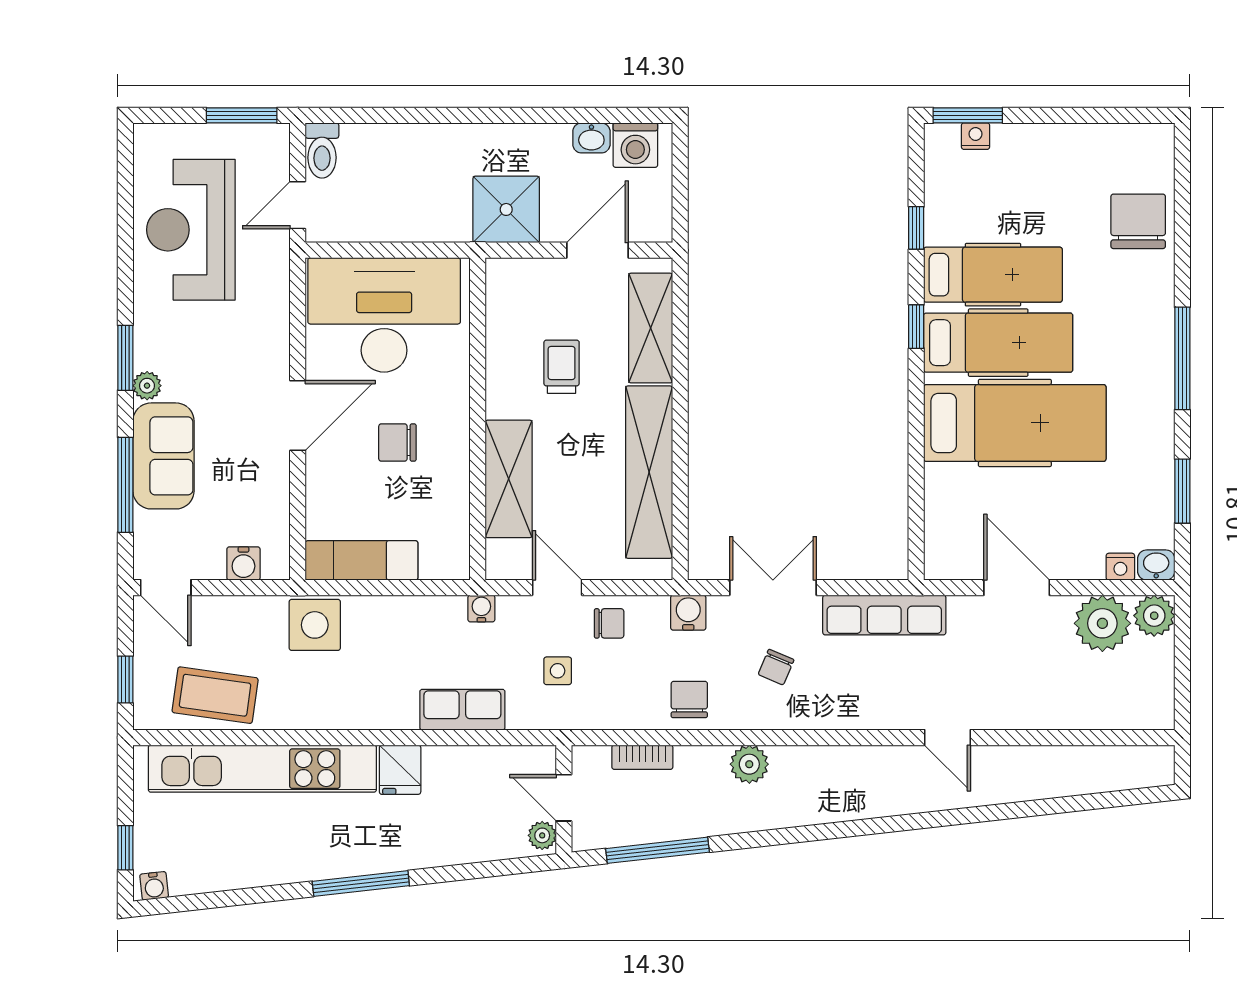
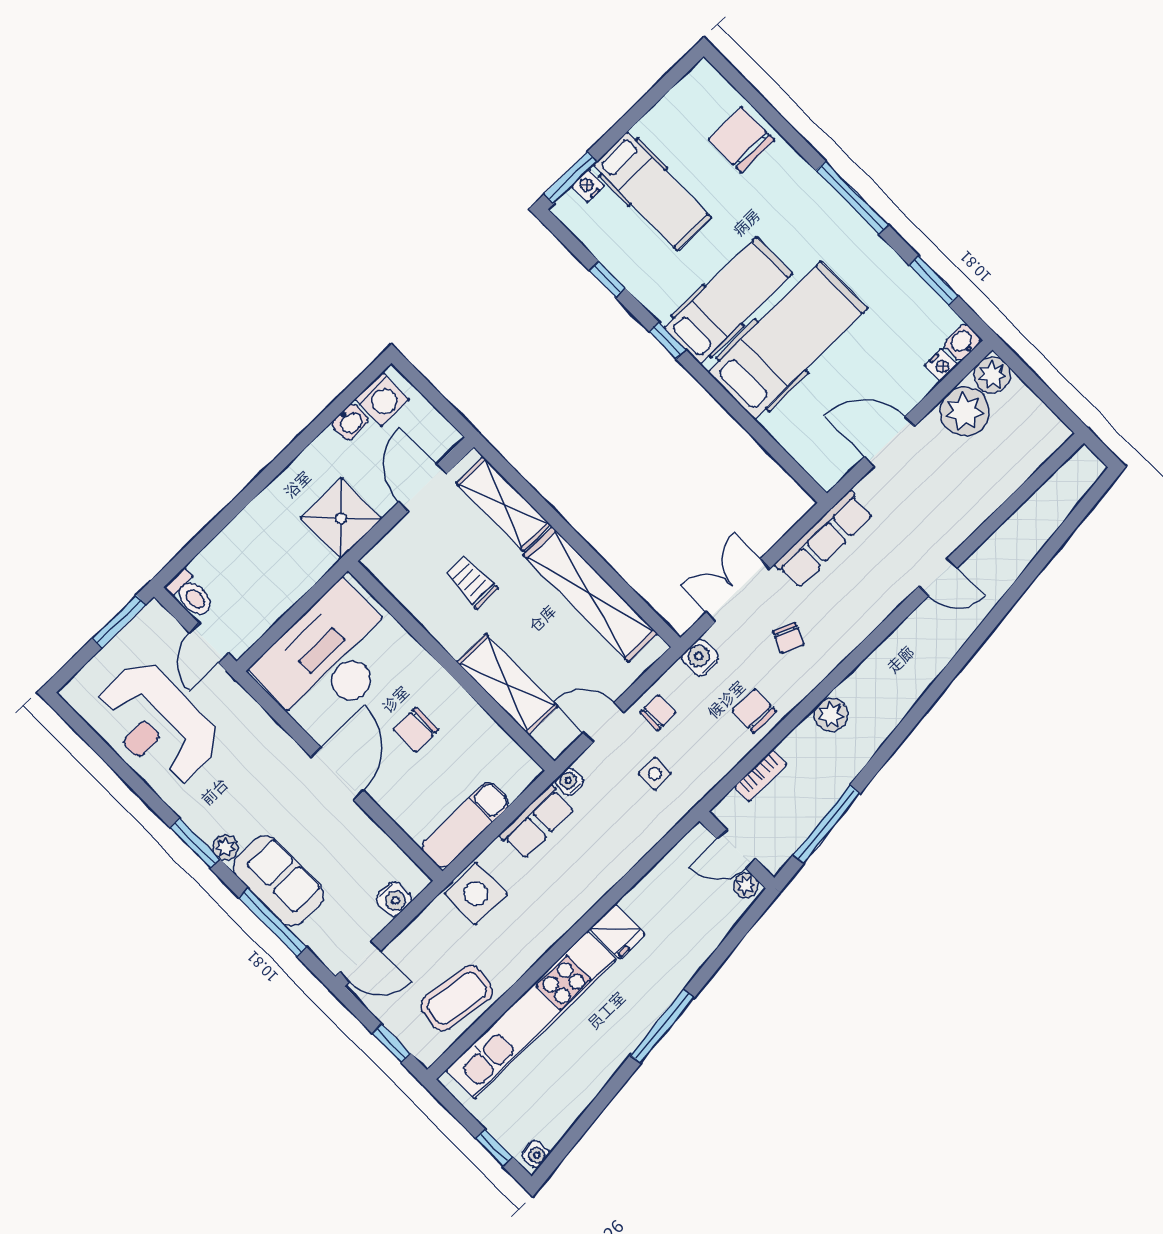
hospital bed: (993, 275) -> (652, 191), moved, turned 90
row of seats: (462, 710) -> (537, 822), moved, turned 180

